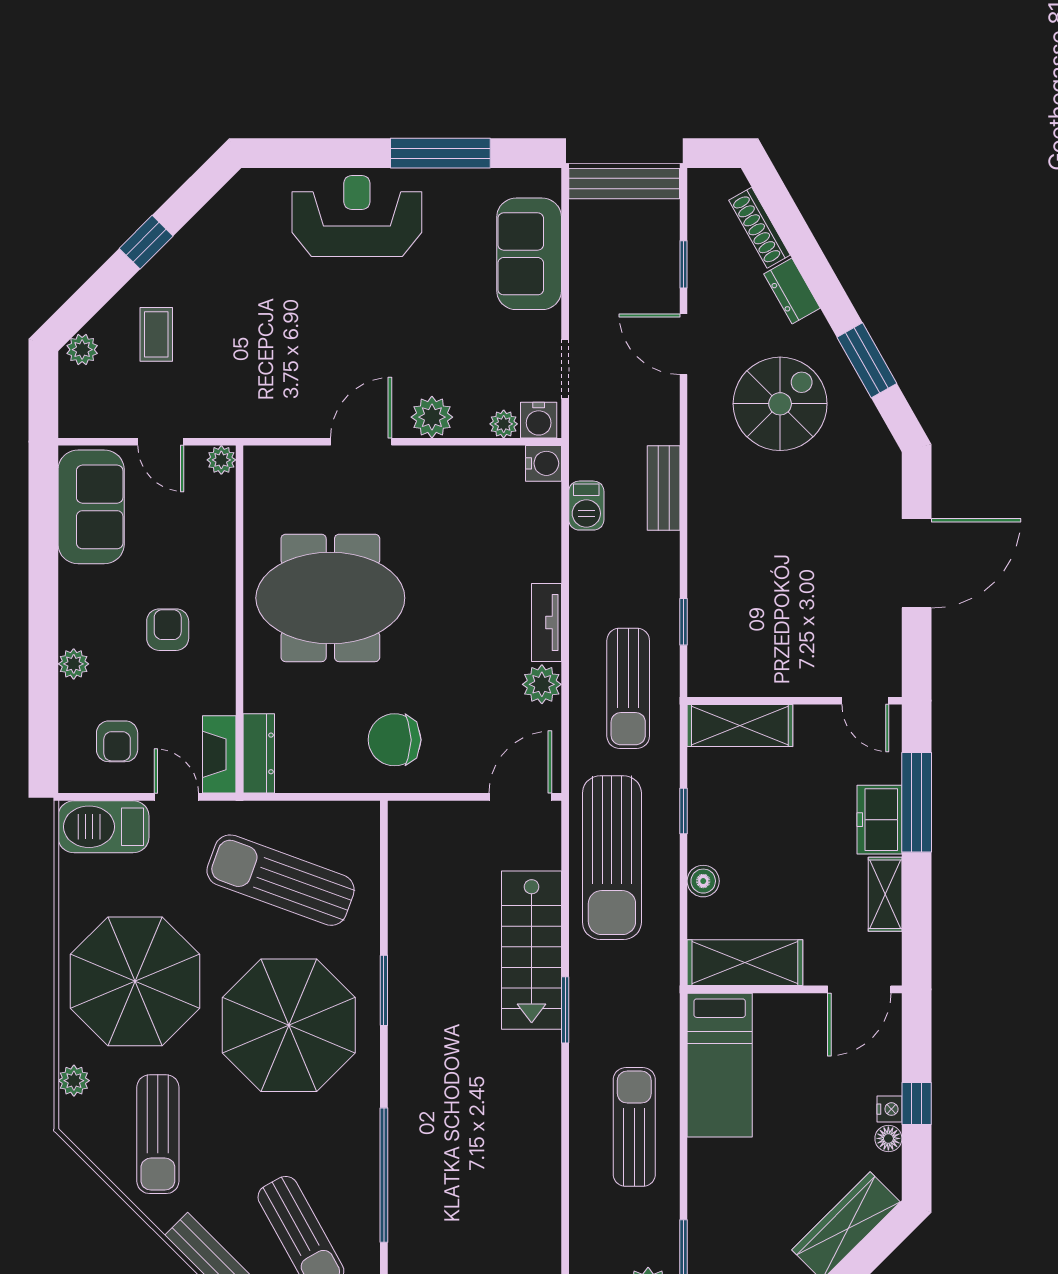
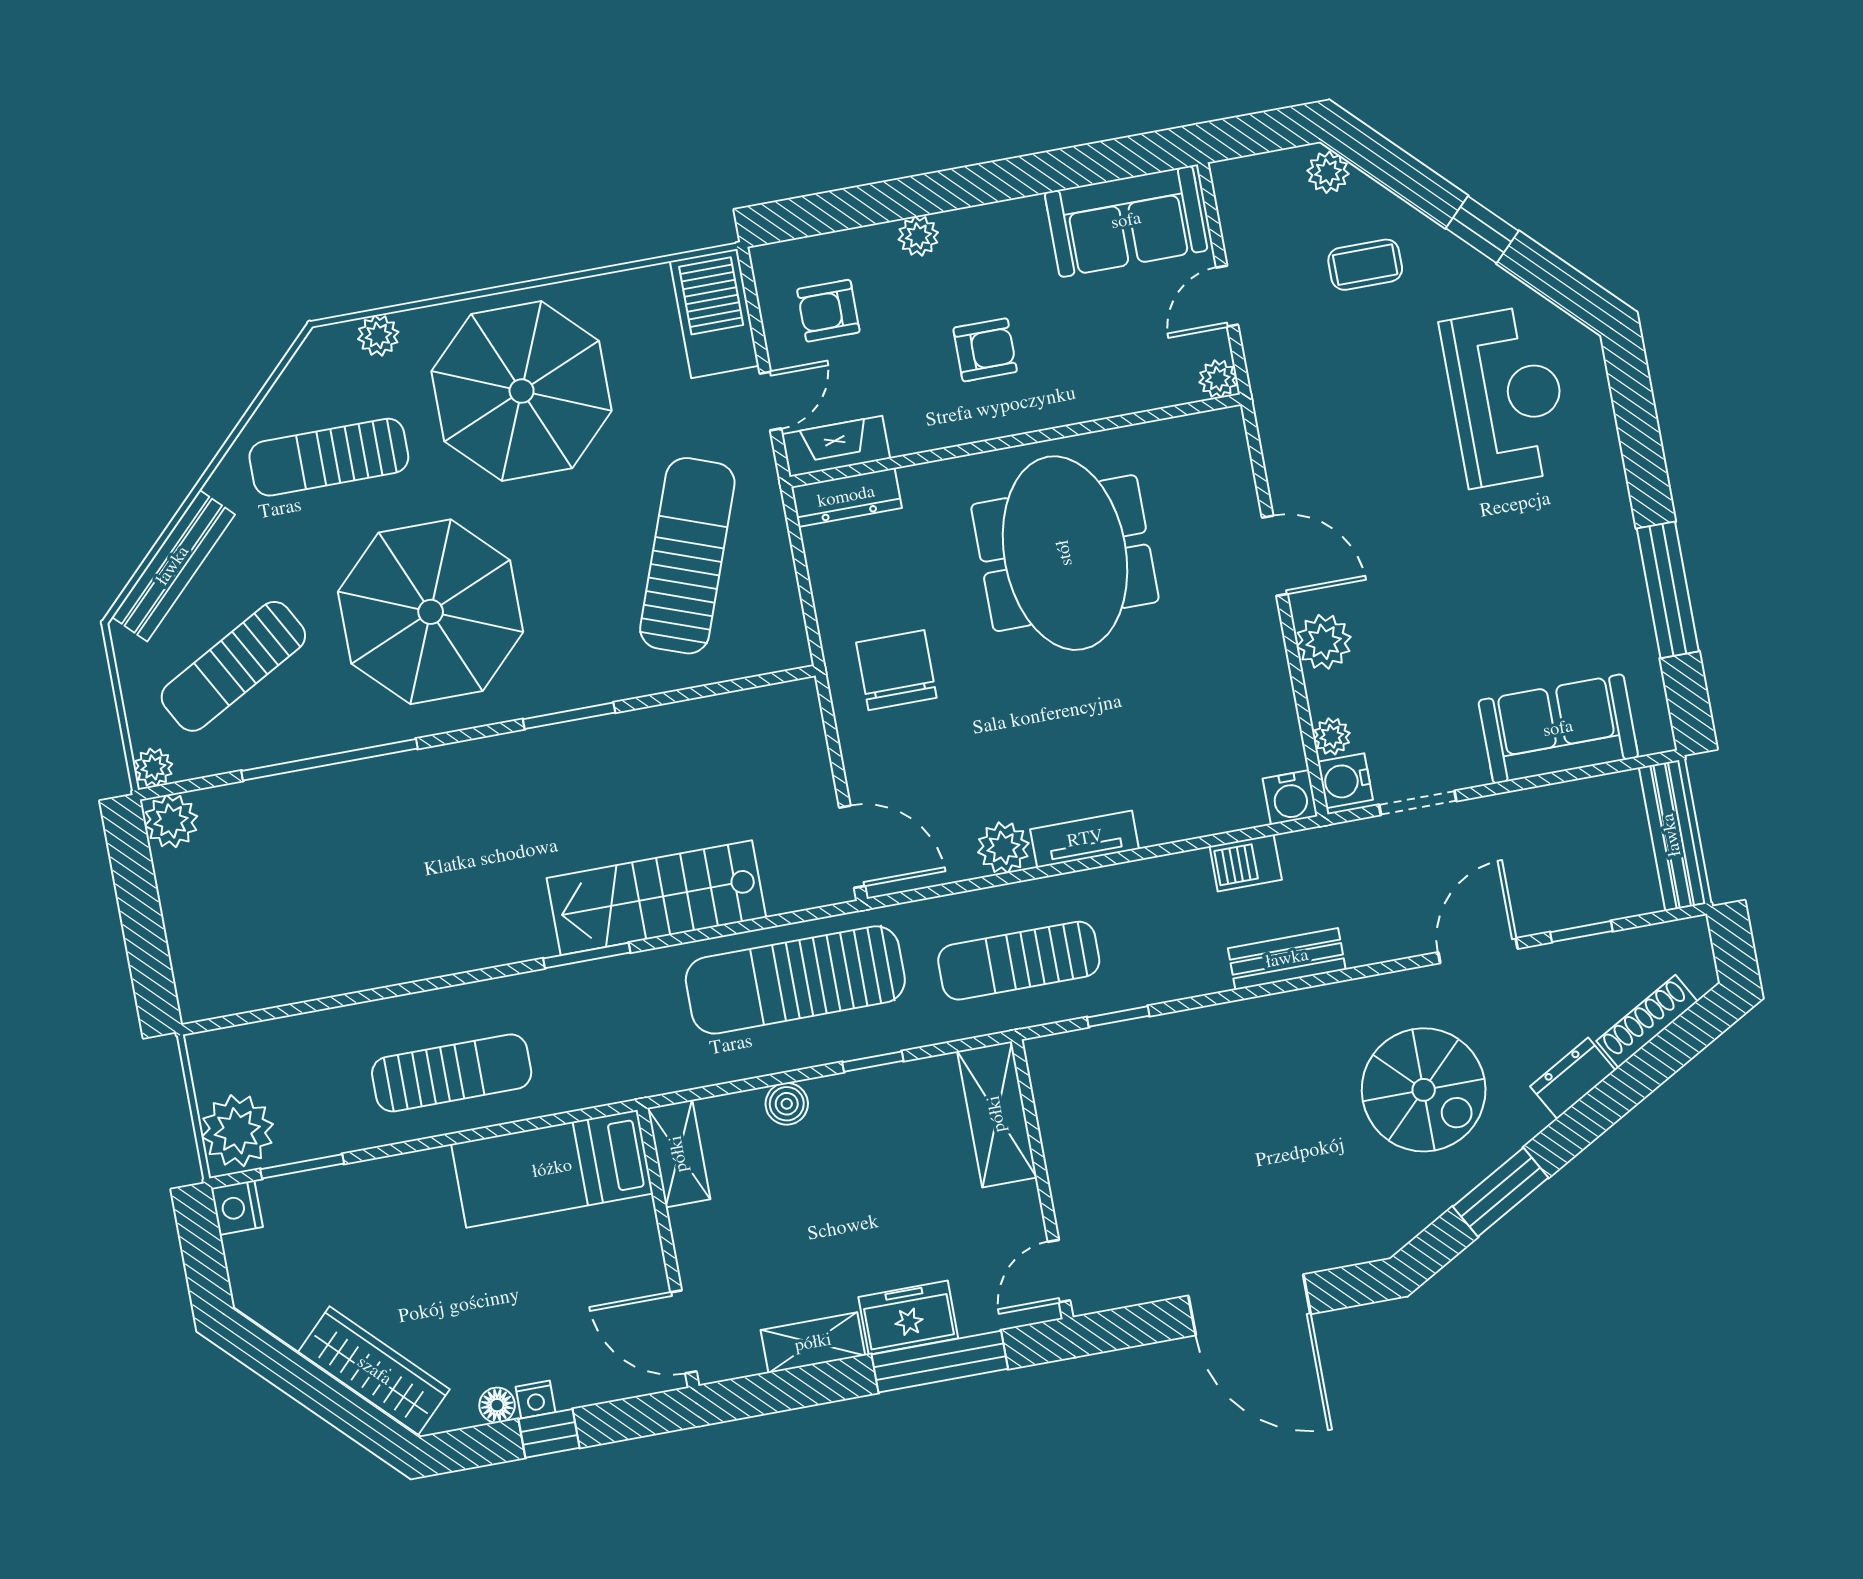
reception desk: (357, 216) -> (1506, 396), moved
shelving: (745, 963) -> (679, 1154), width x0.67, depth x0.75
parasol: (289, 1025) -> (431, 612), moved

